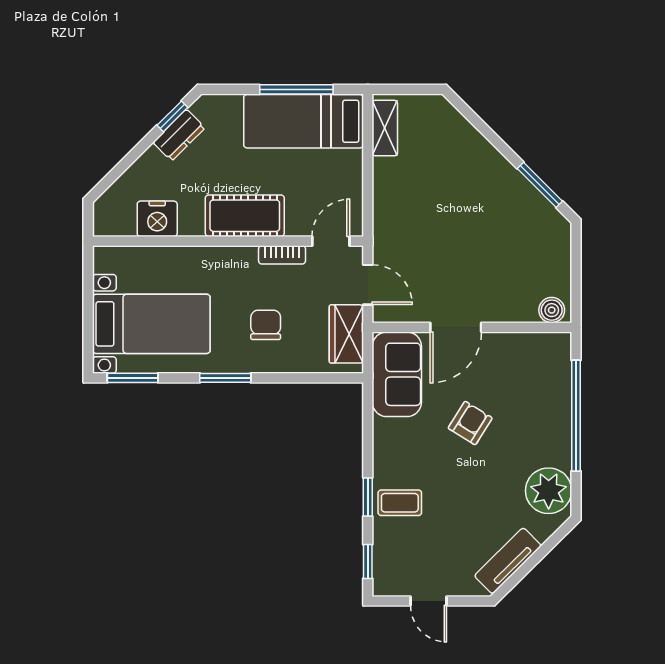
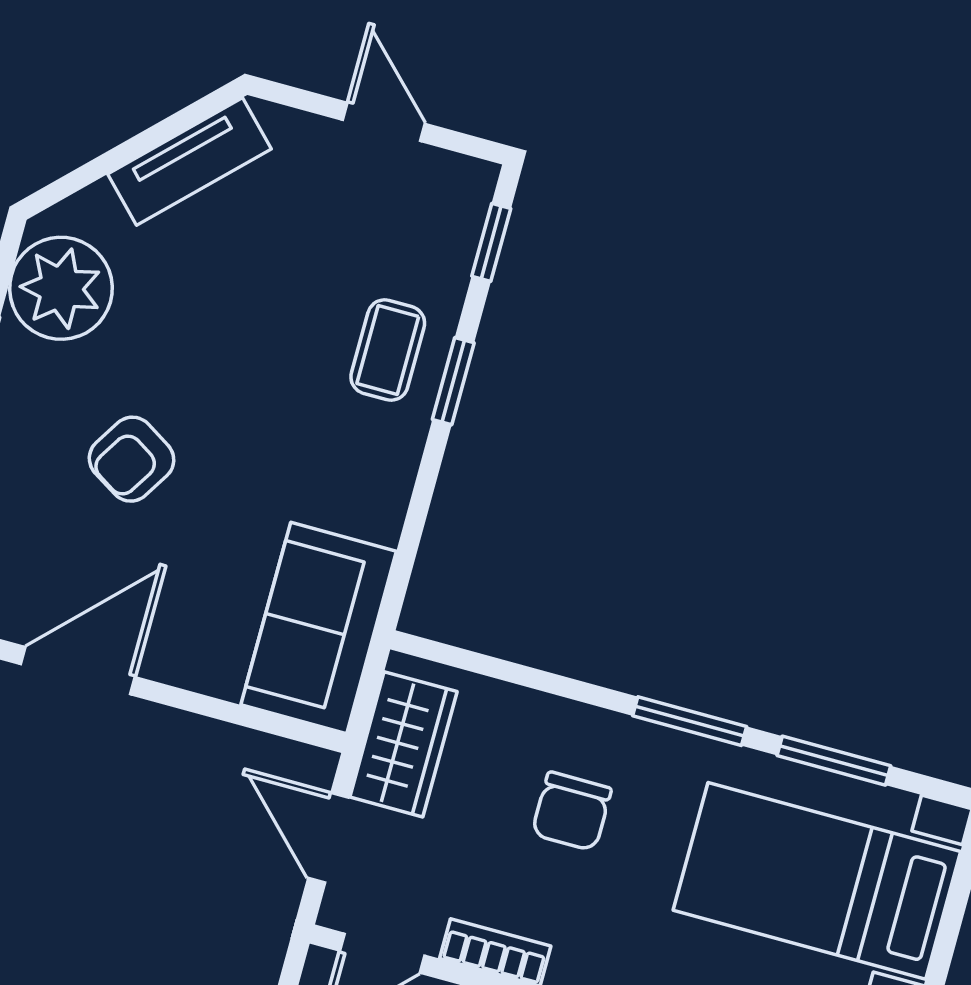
door: (456, 327) -> (78, 671), moved
window: (133, 378) -> (834, 761), moved
armchair: (470, 423) -> (132, 459), moved
coffee table: (400, 503) -> (388, 350), turned 90

